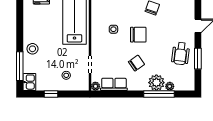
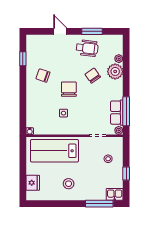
stool: (32, 49) -> (69, 184), moved
chair: (136, 63) -> (93, 76), moved
window: (159, 94) -> (126, 111), moved

